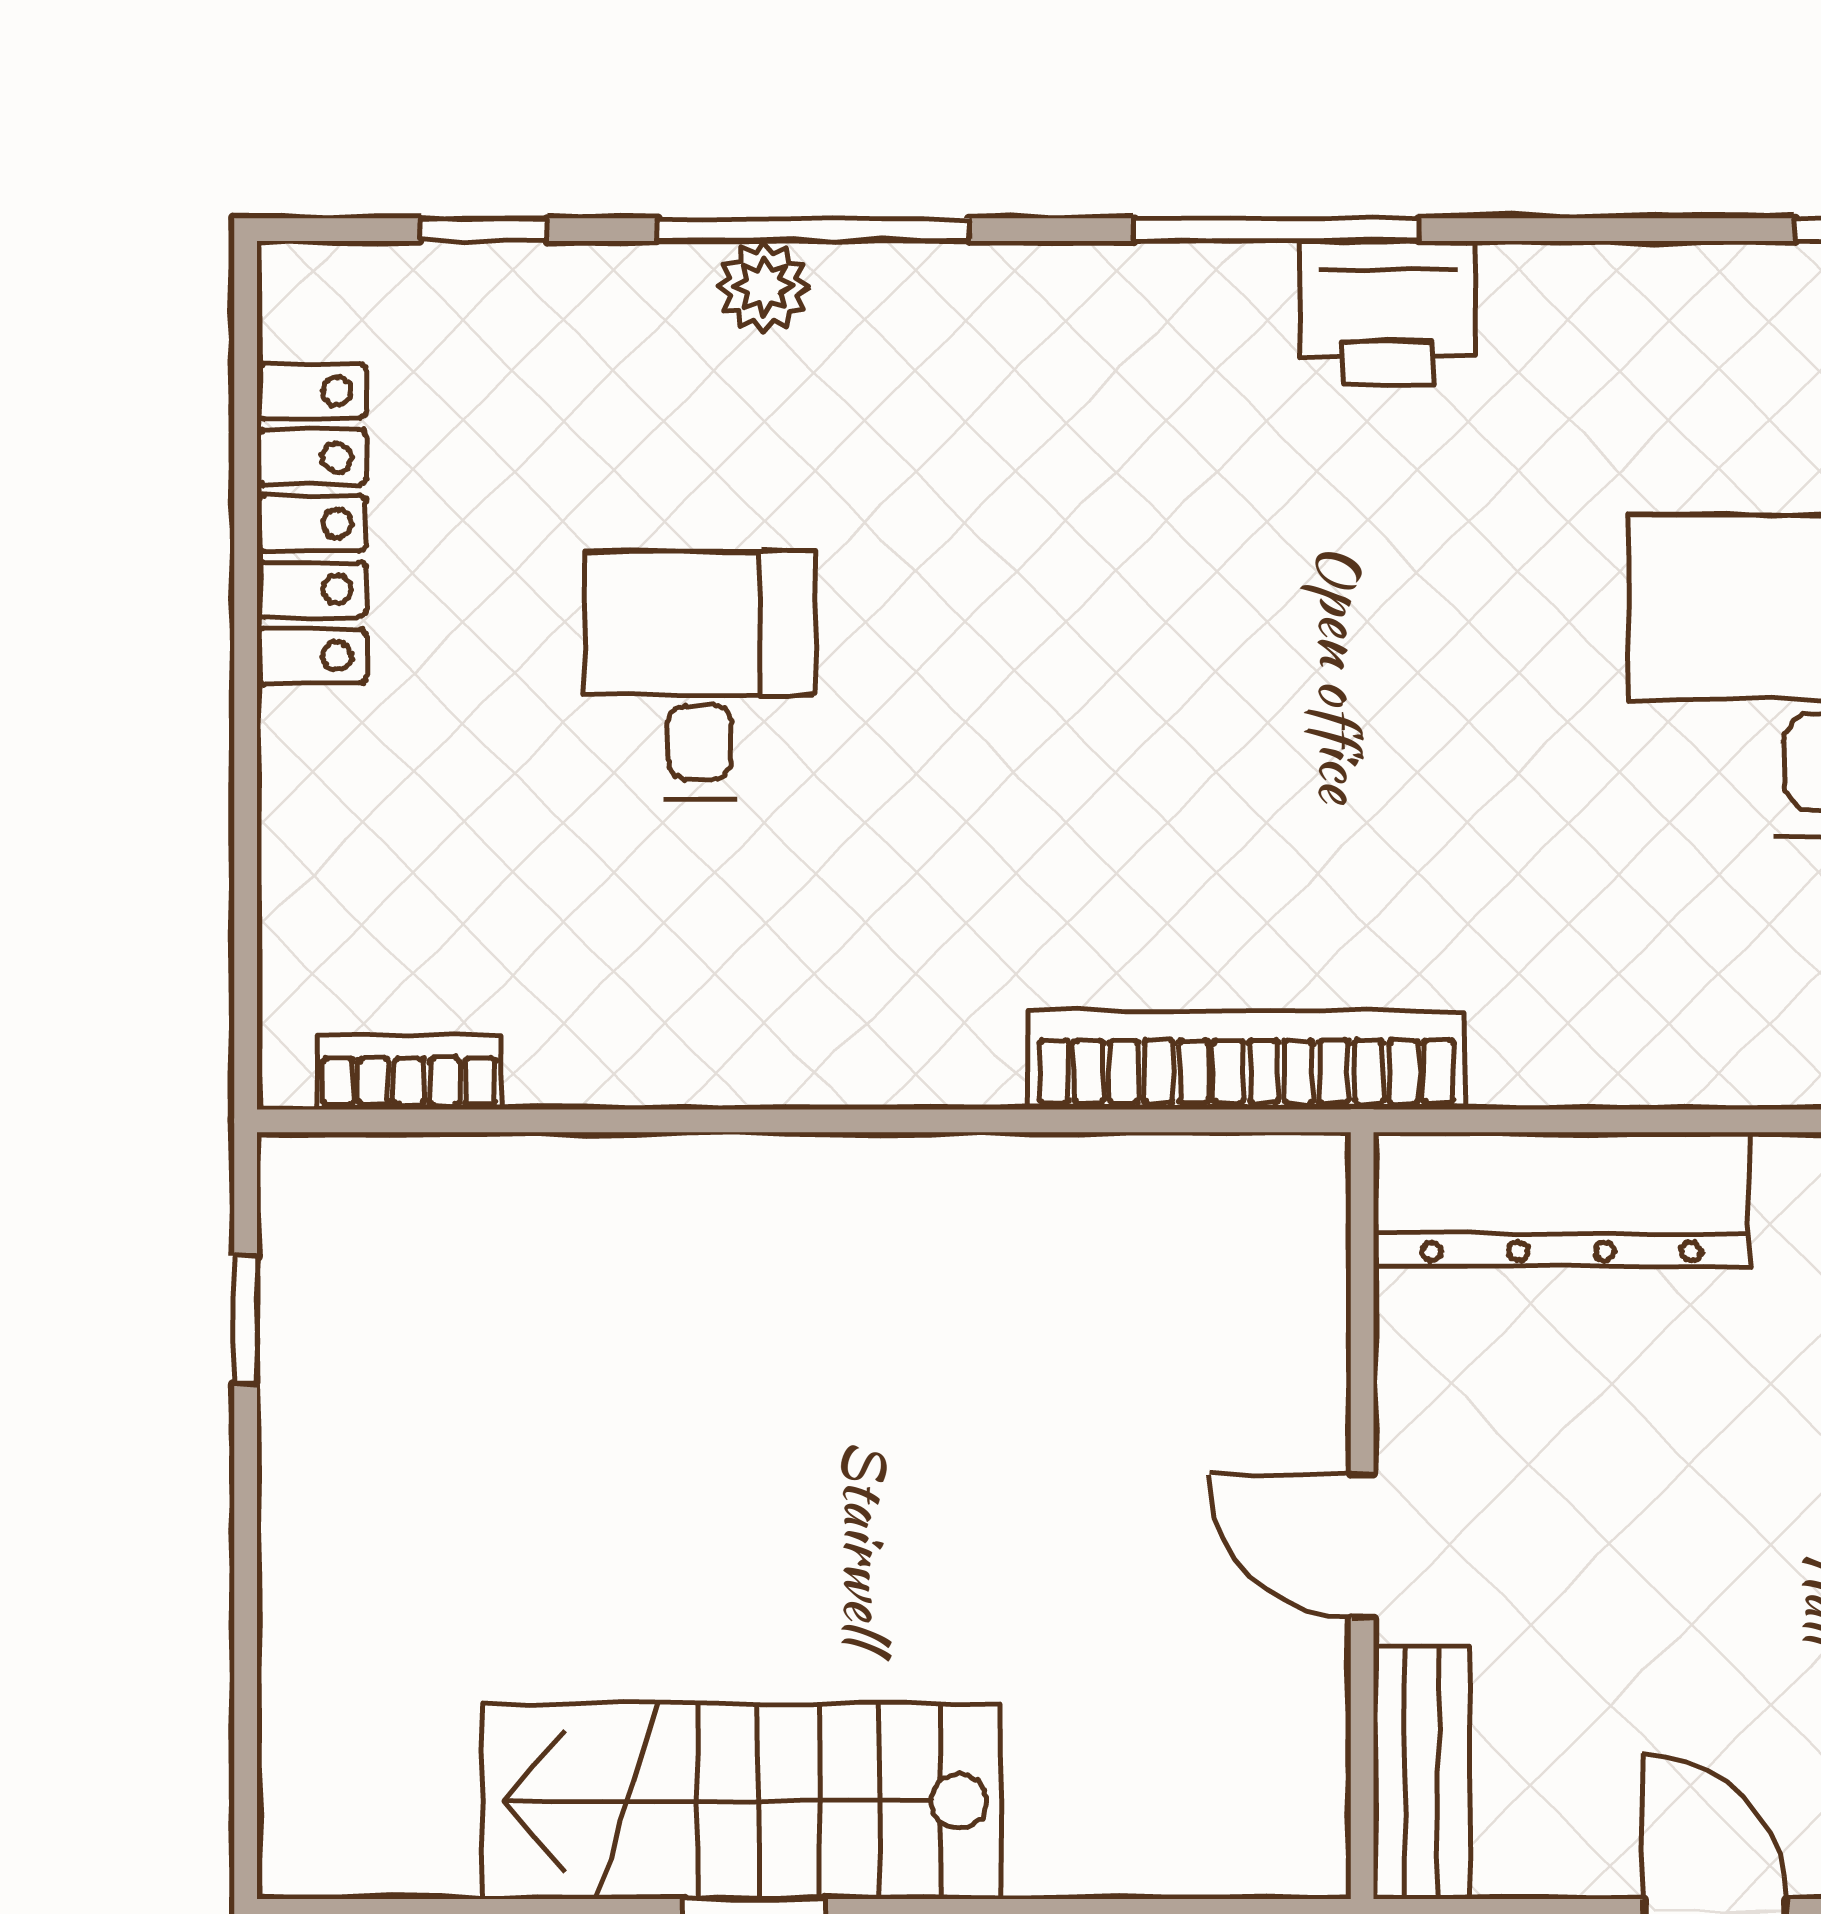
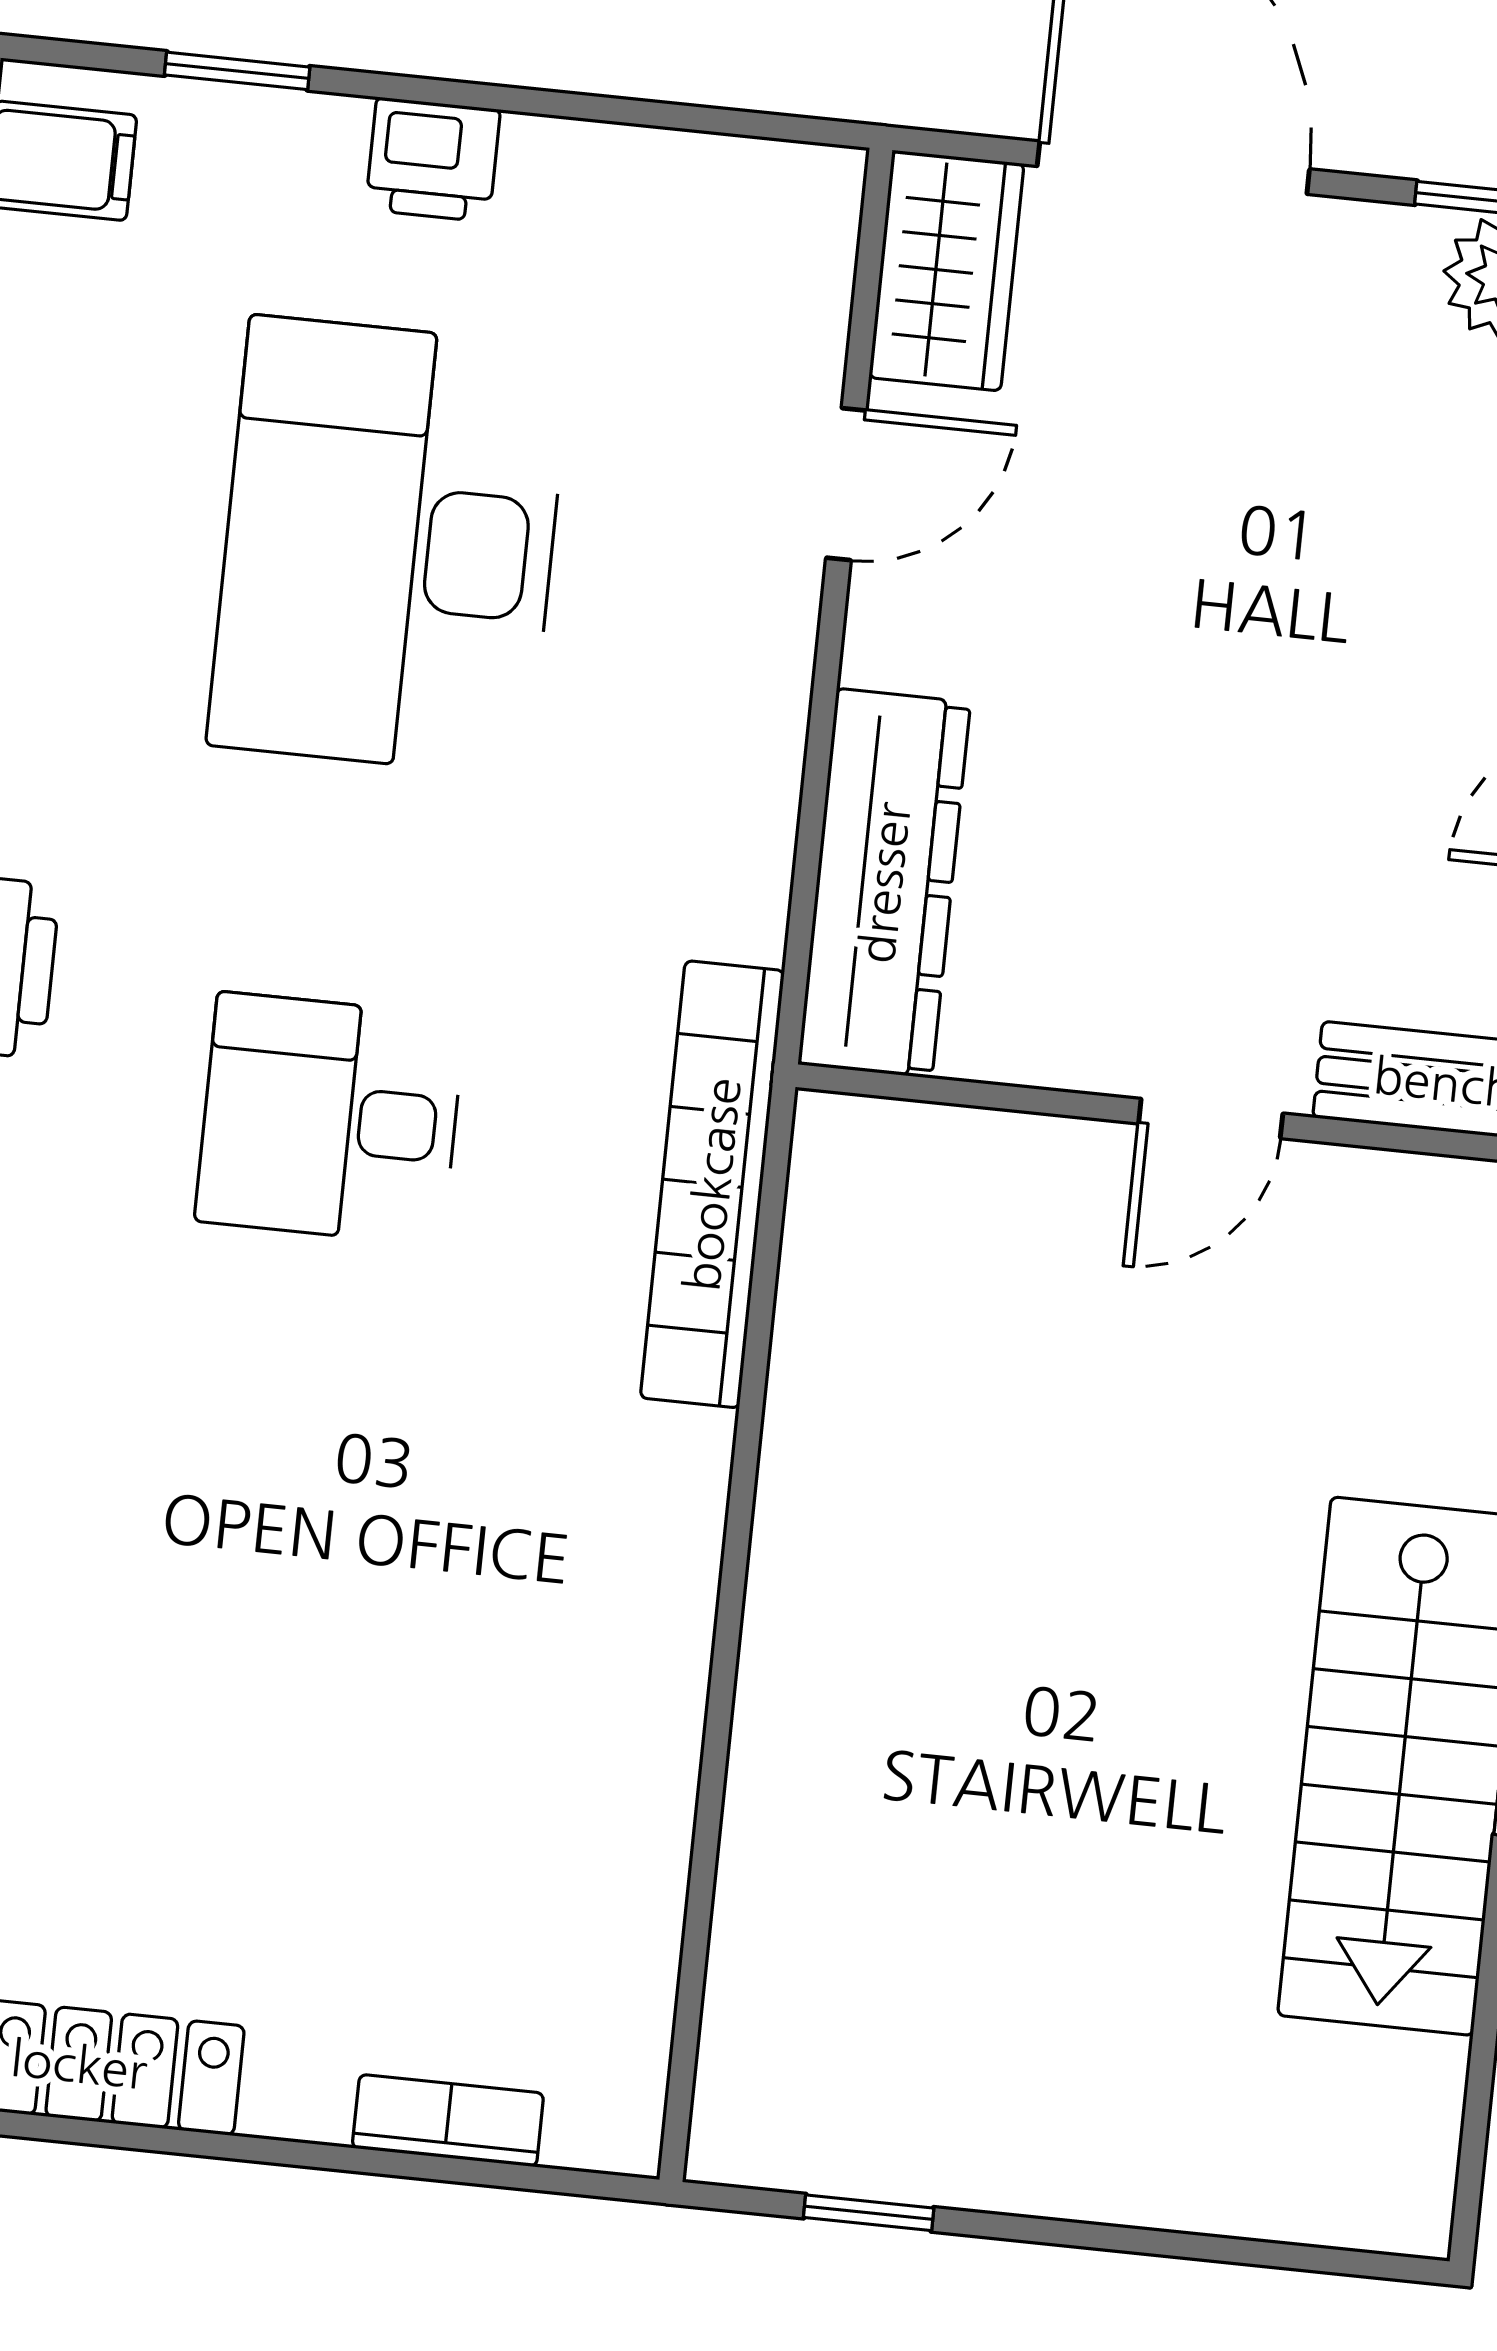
desk: (700, 675) -> (330, 1119), moved
bookcase: (409, 1073) -> (448, 2121), moved, turned 90

